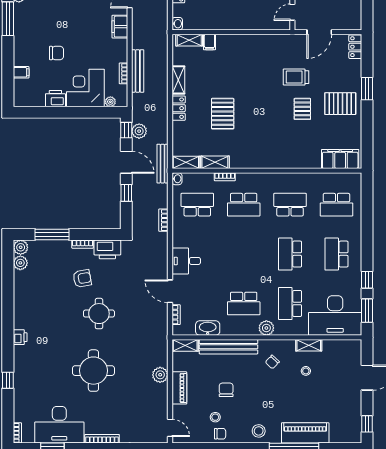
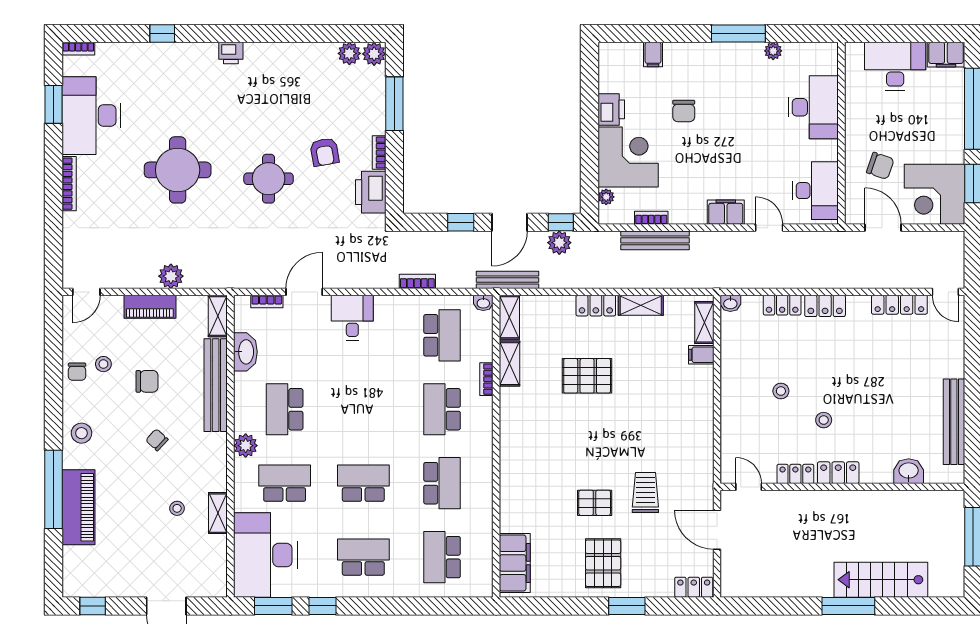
chair: (272, 362) -> (157, 440), moved

